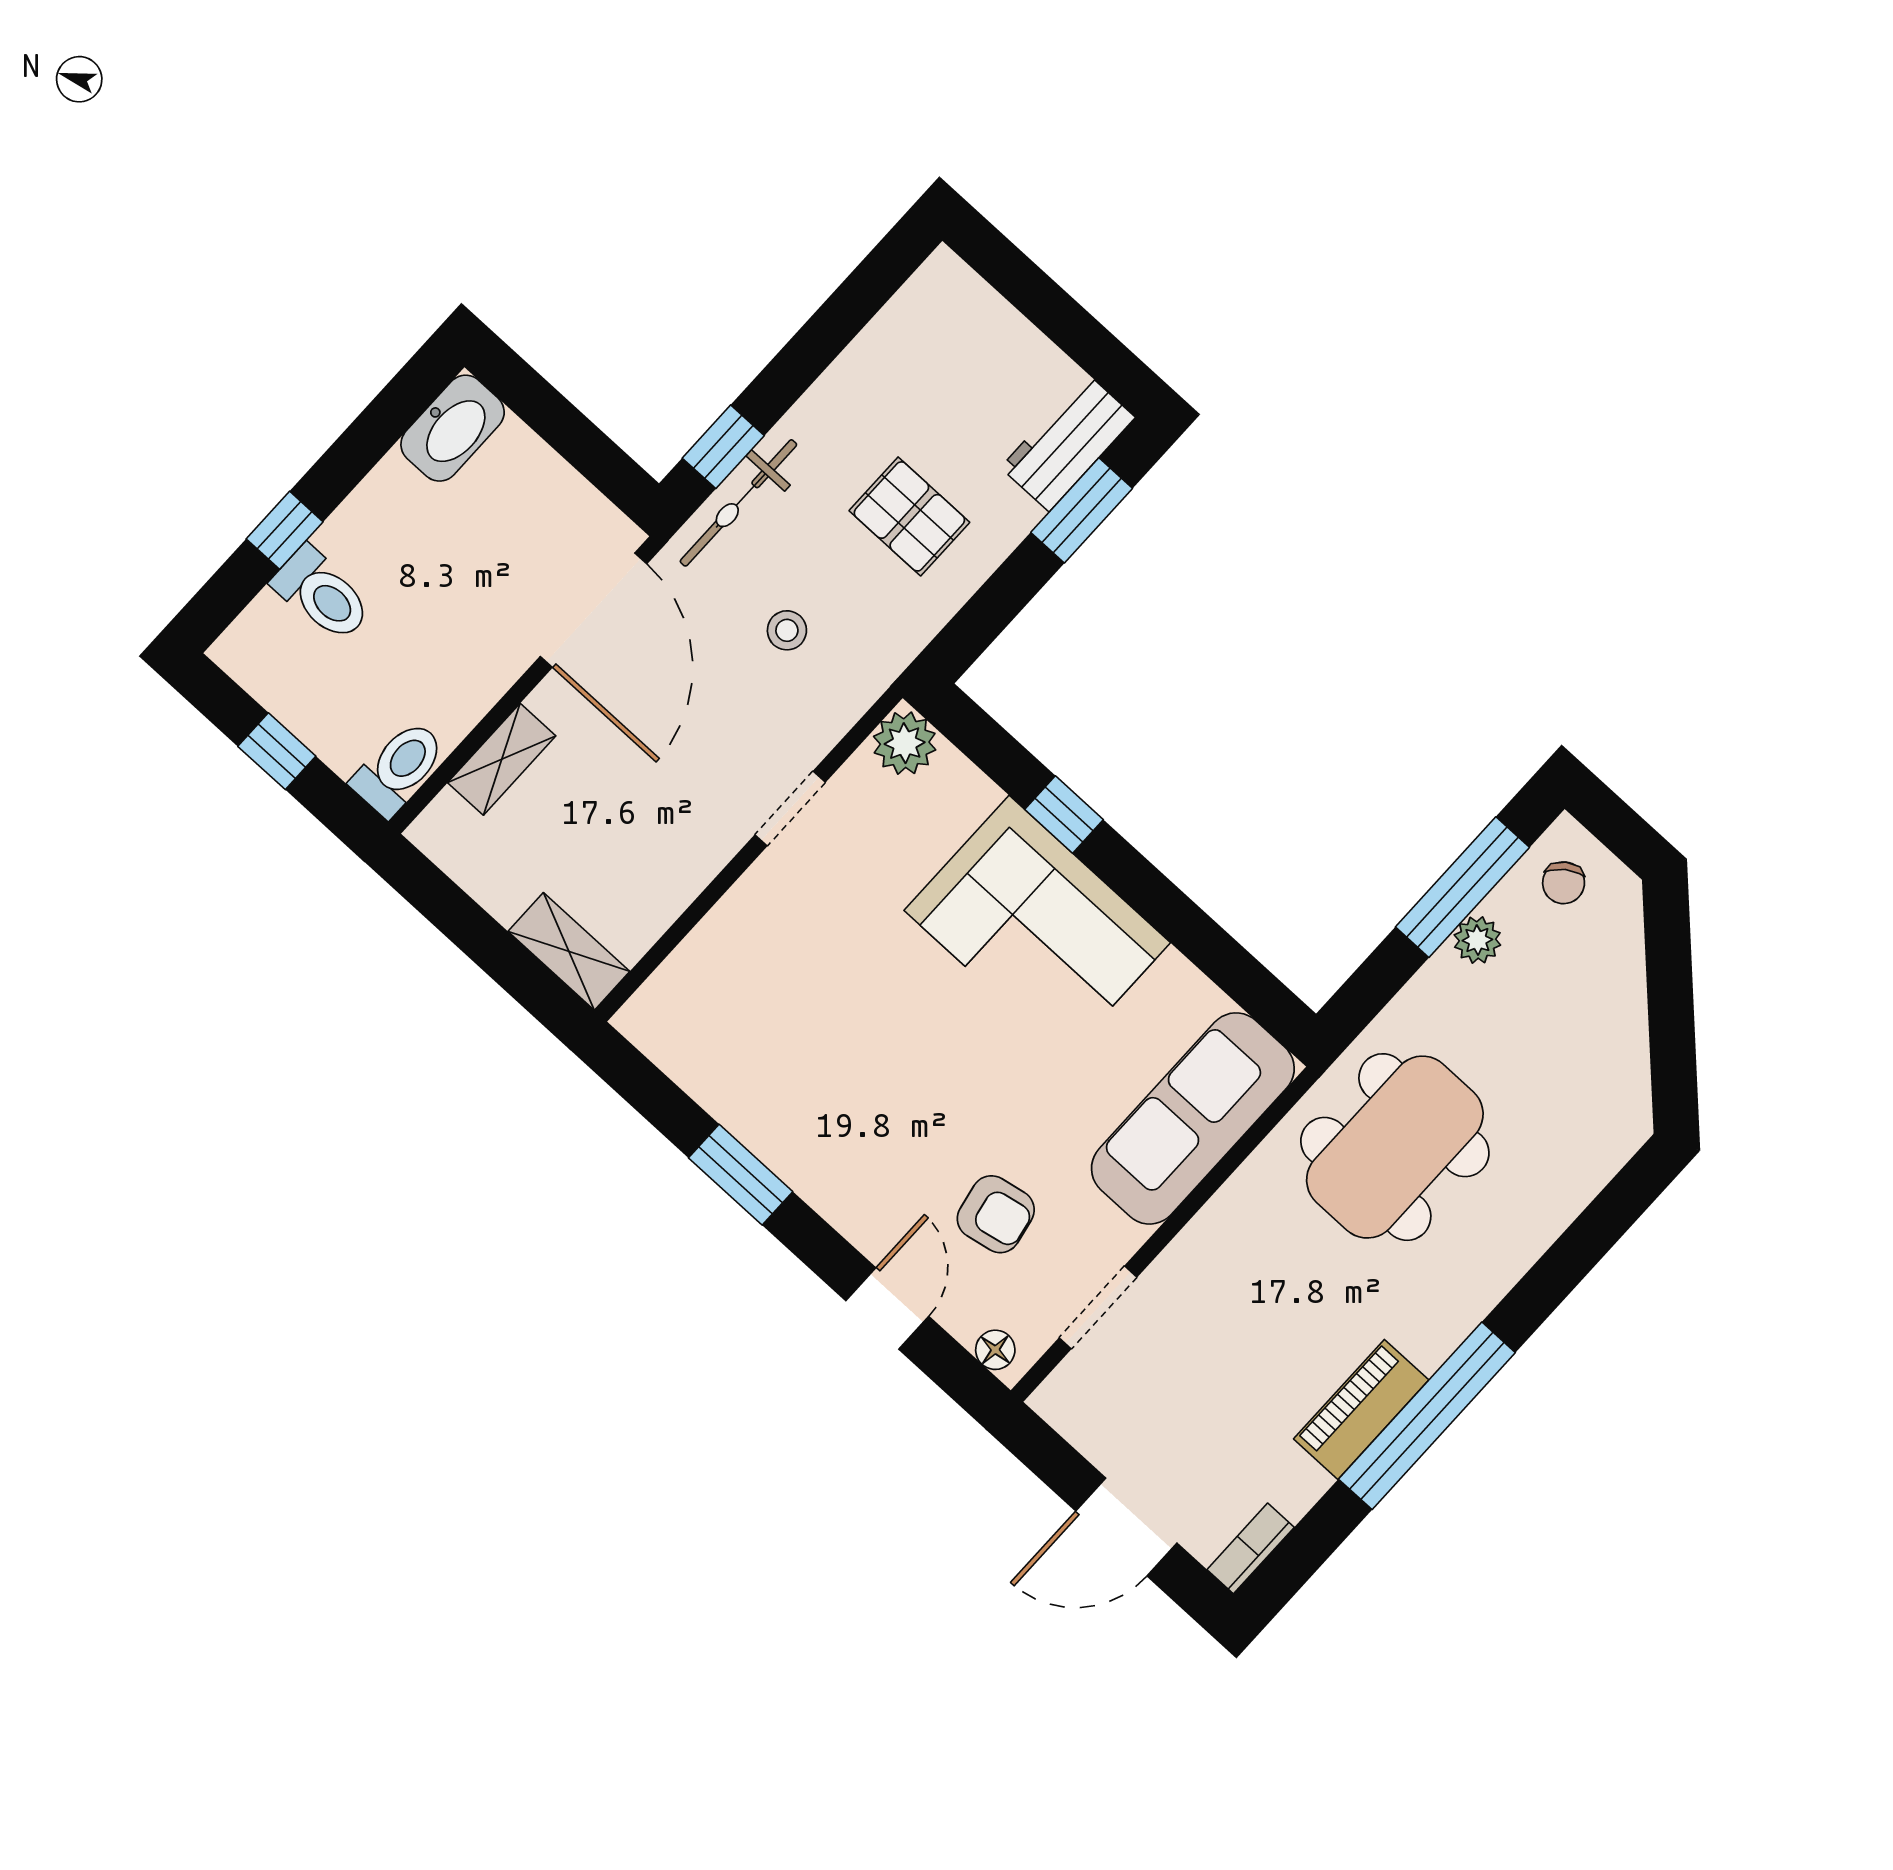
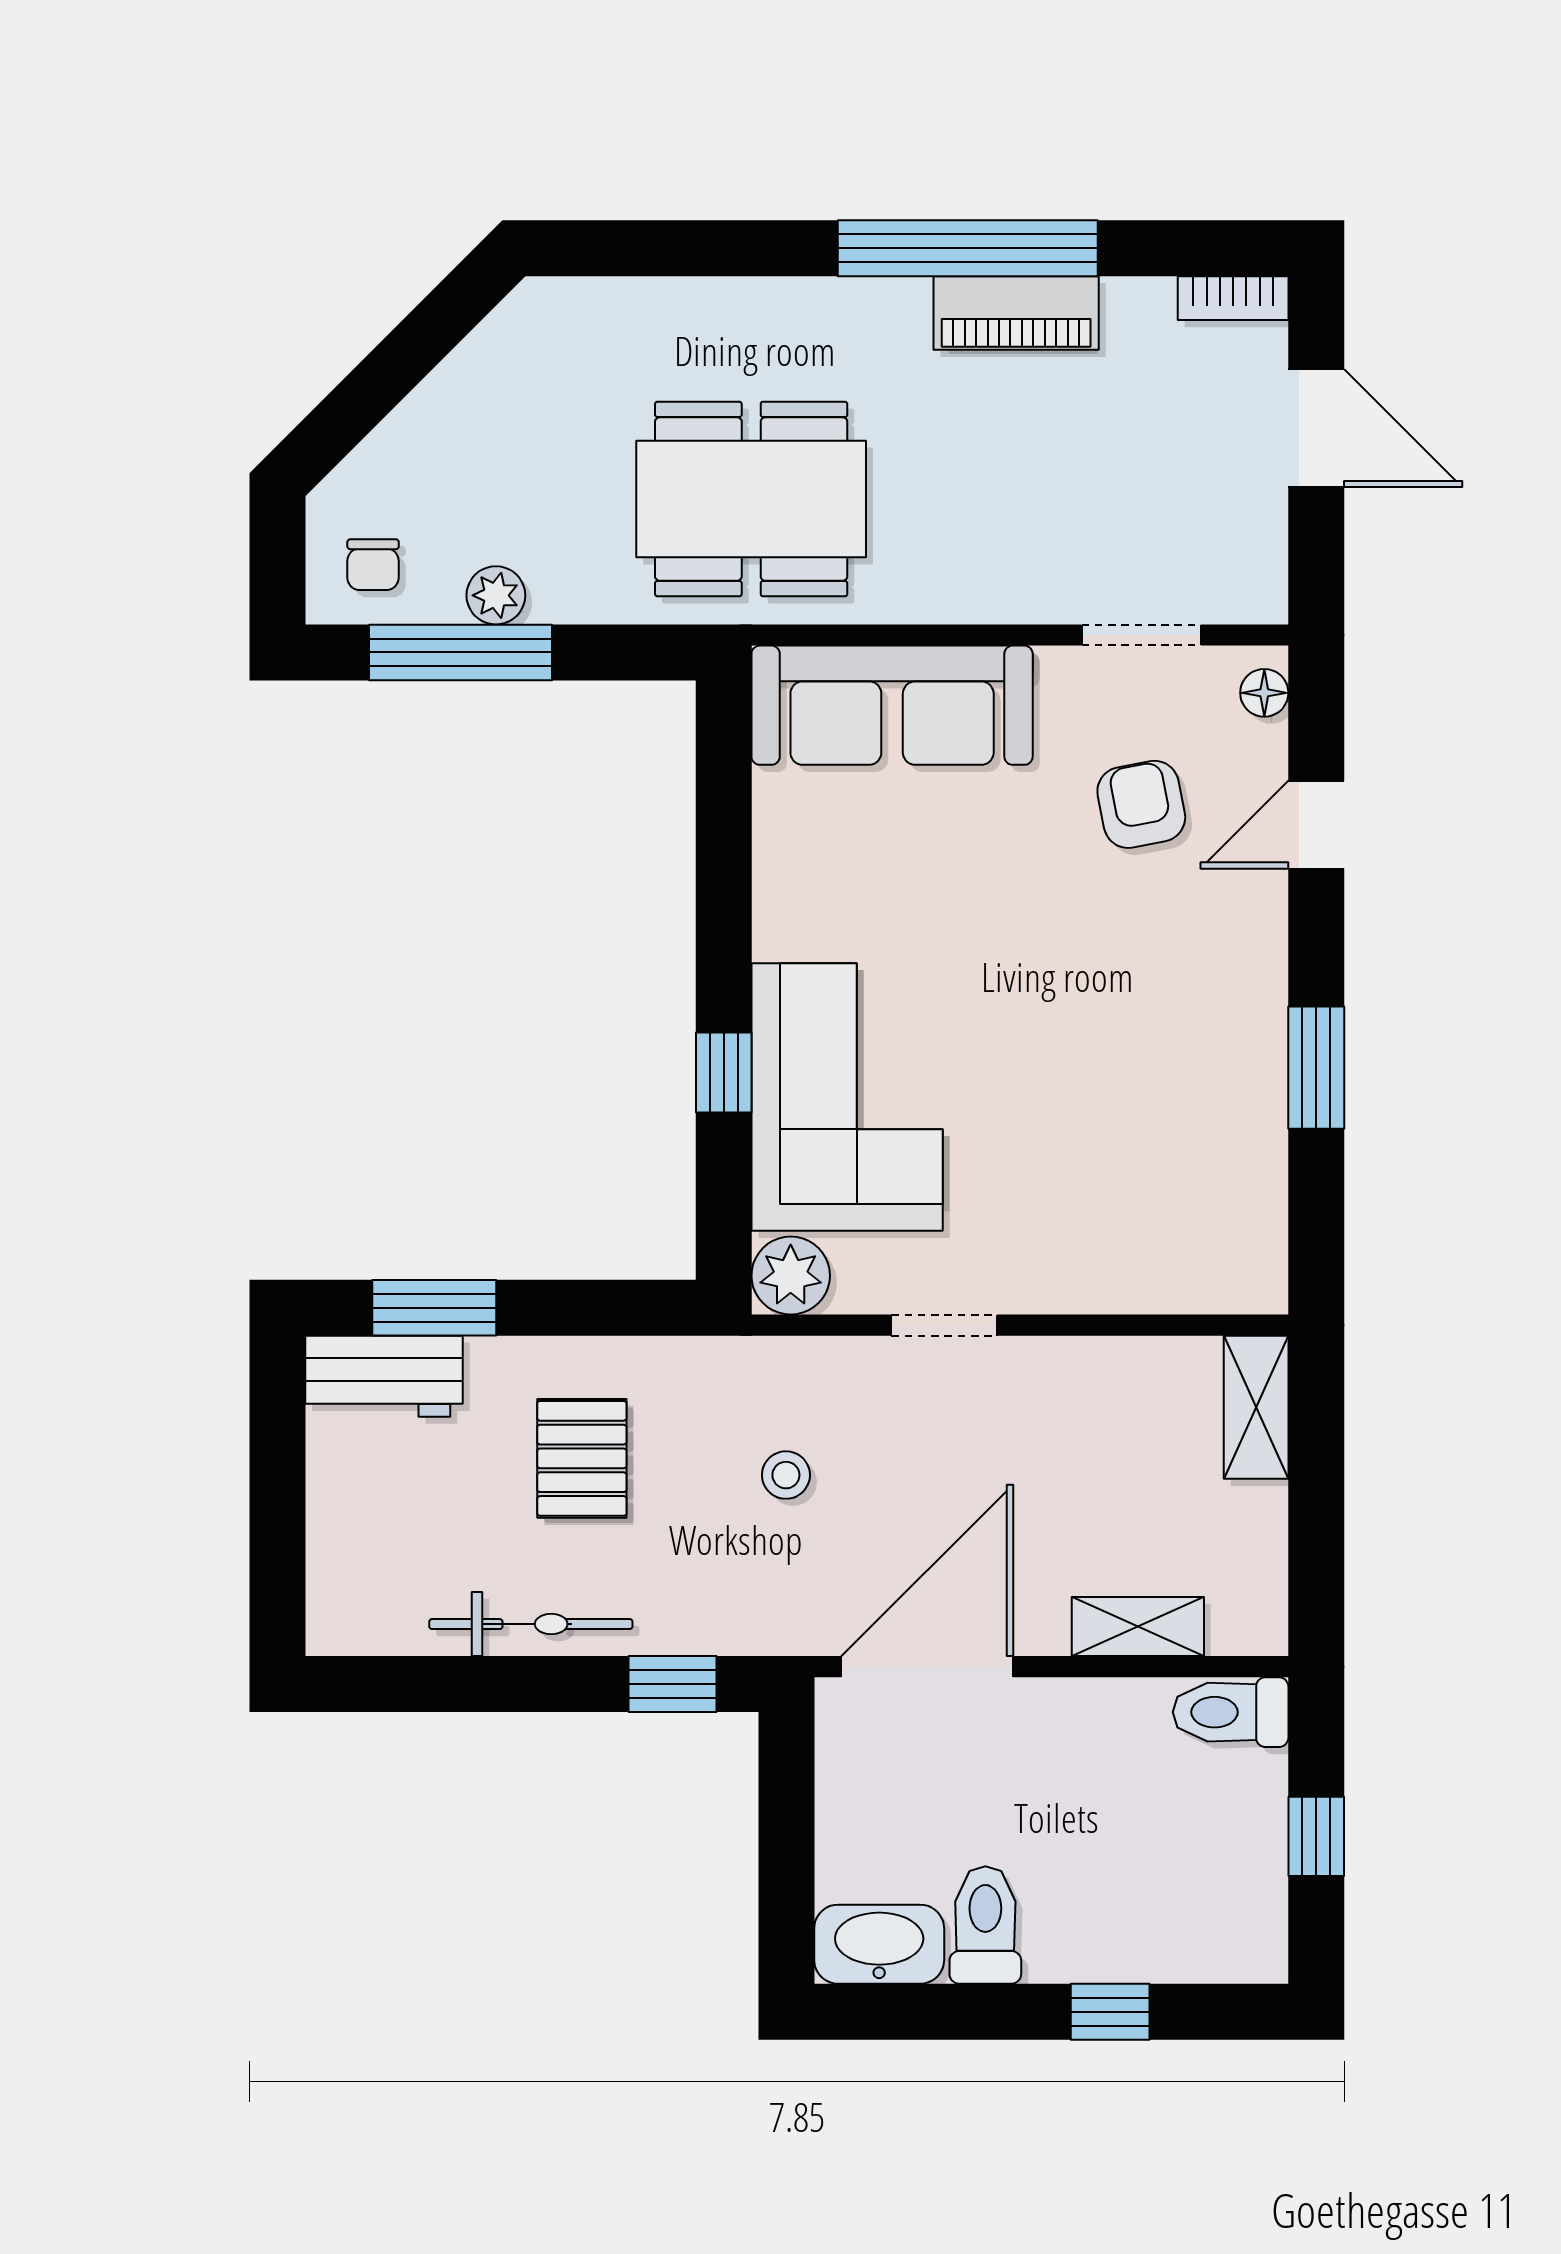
bicycle: (738, 503) -> (531, 1624), moved
toilet: (322, 594) -> (985, 1925), moved
chair: (1564, 883) -> (373, 565), turned 126
corner sofa: (1037, 927) -> (847, 1097), moved

